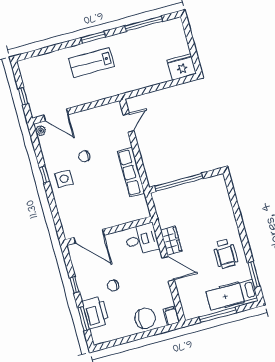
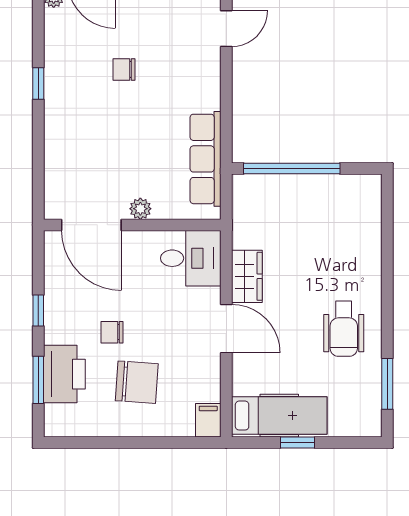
row of seats: (131, 172) -> (205, 159), moved
side table: (64, 179) -> (74, 102), removed
plant: (111, 222) -> (140, 209), added
hospital bed: (232, 295) -> (279, 416), moved, turned 180
window: (218, 315) -> (297, 442), width x0.46
chair: (145, 318) -> (137, 382), moved

